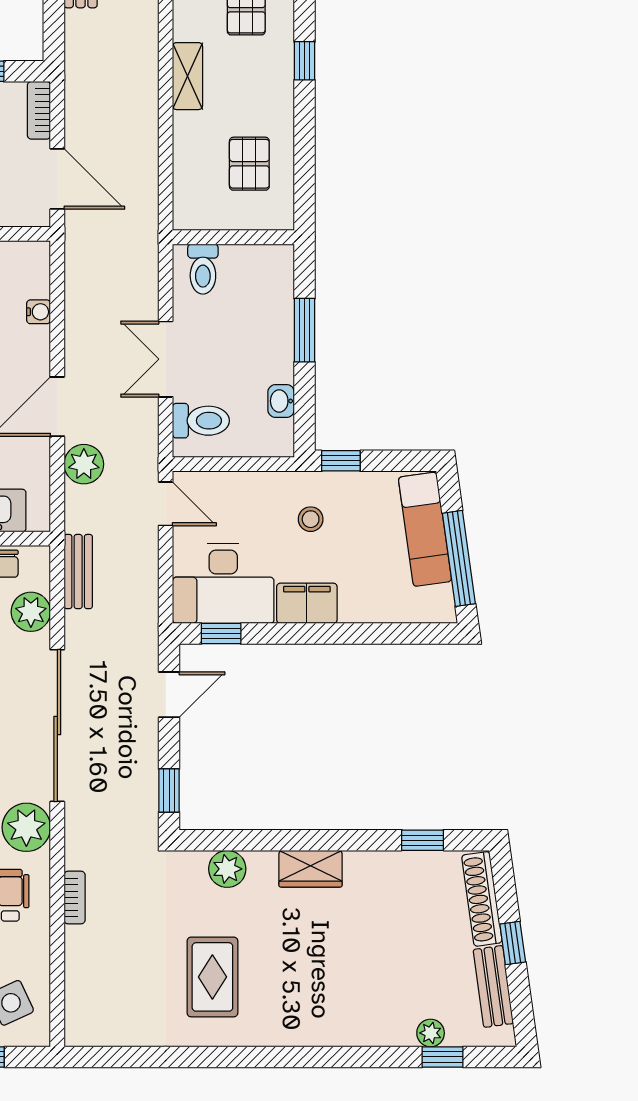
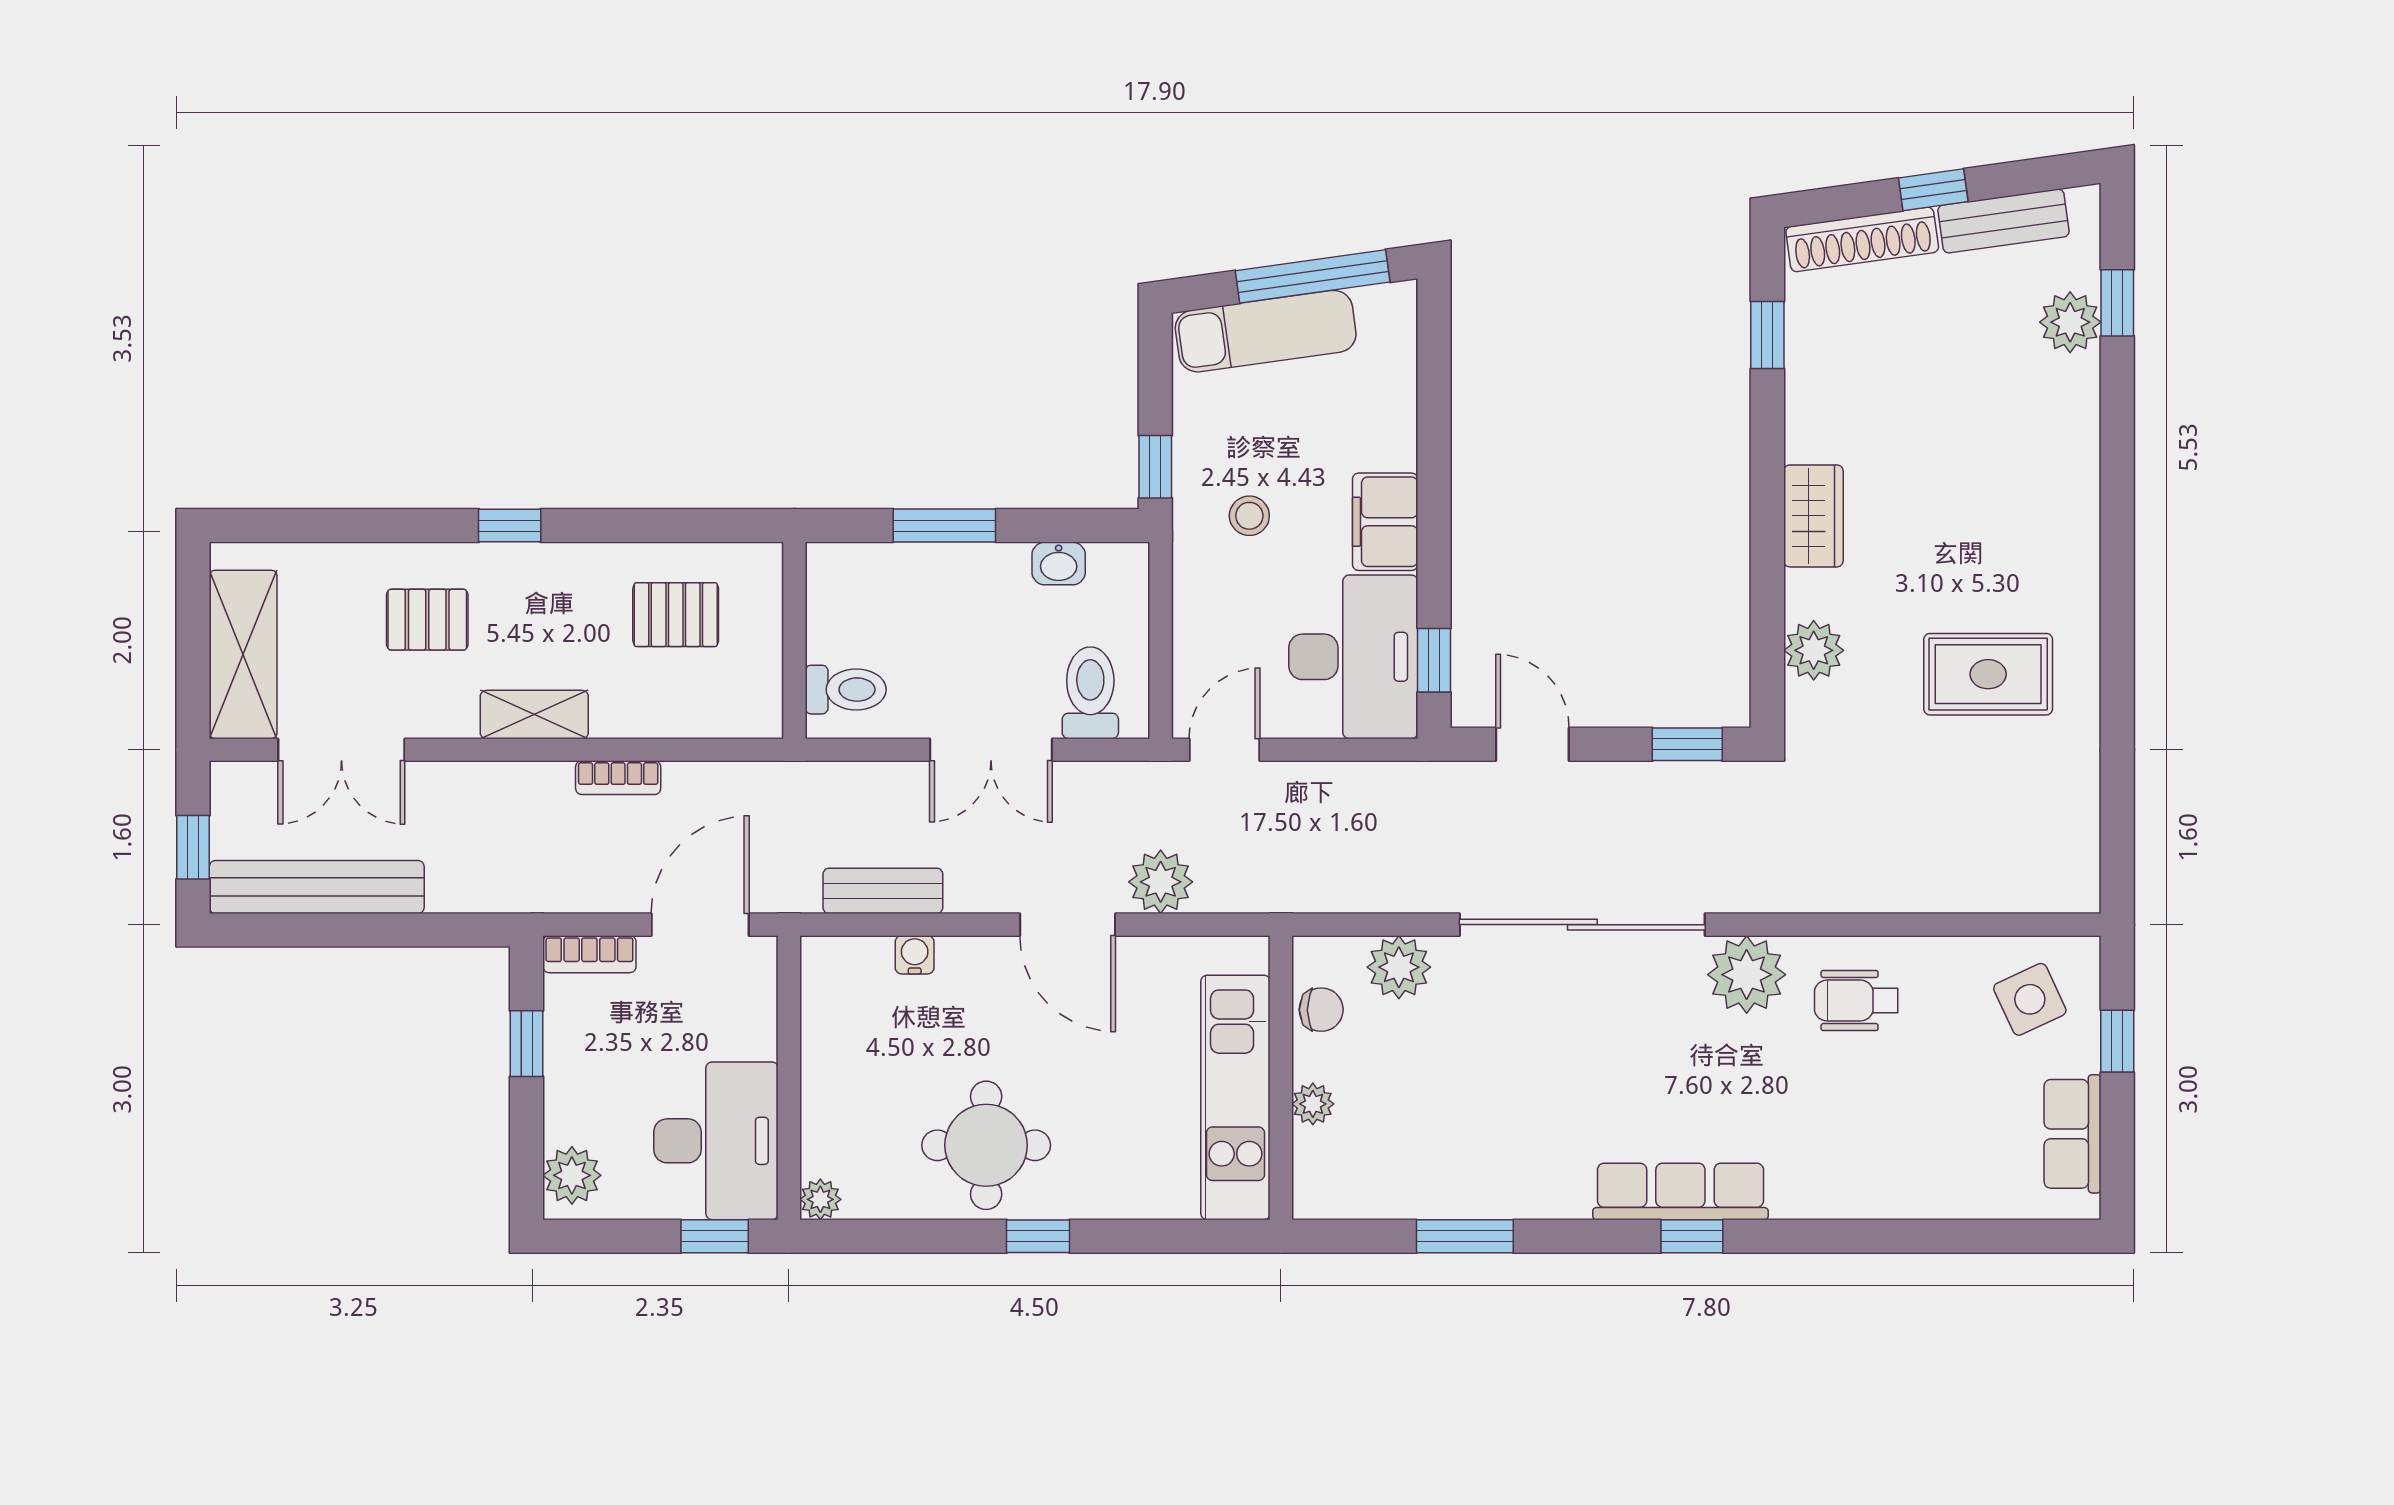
bench: (78, 572) -> (883, 891), moved
bookcase: (75, 898) -> (618, 778), moved, turned 180
plant: (431, 1033) -> (2070, 322), width x1.38, depth x1.38

